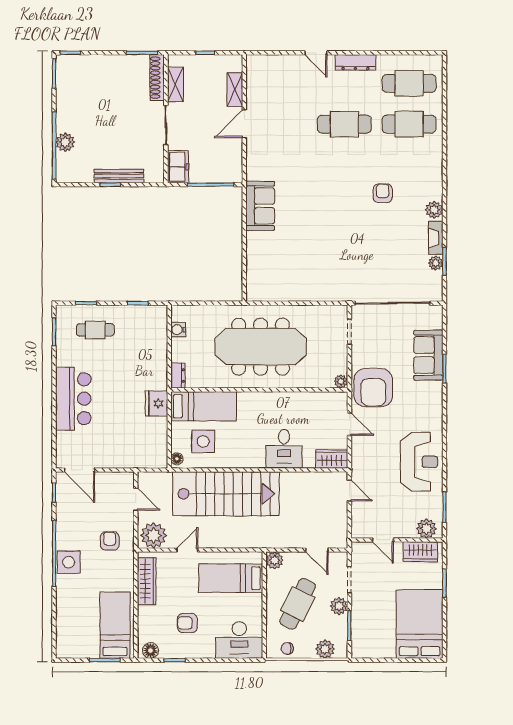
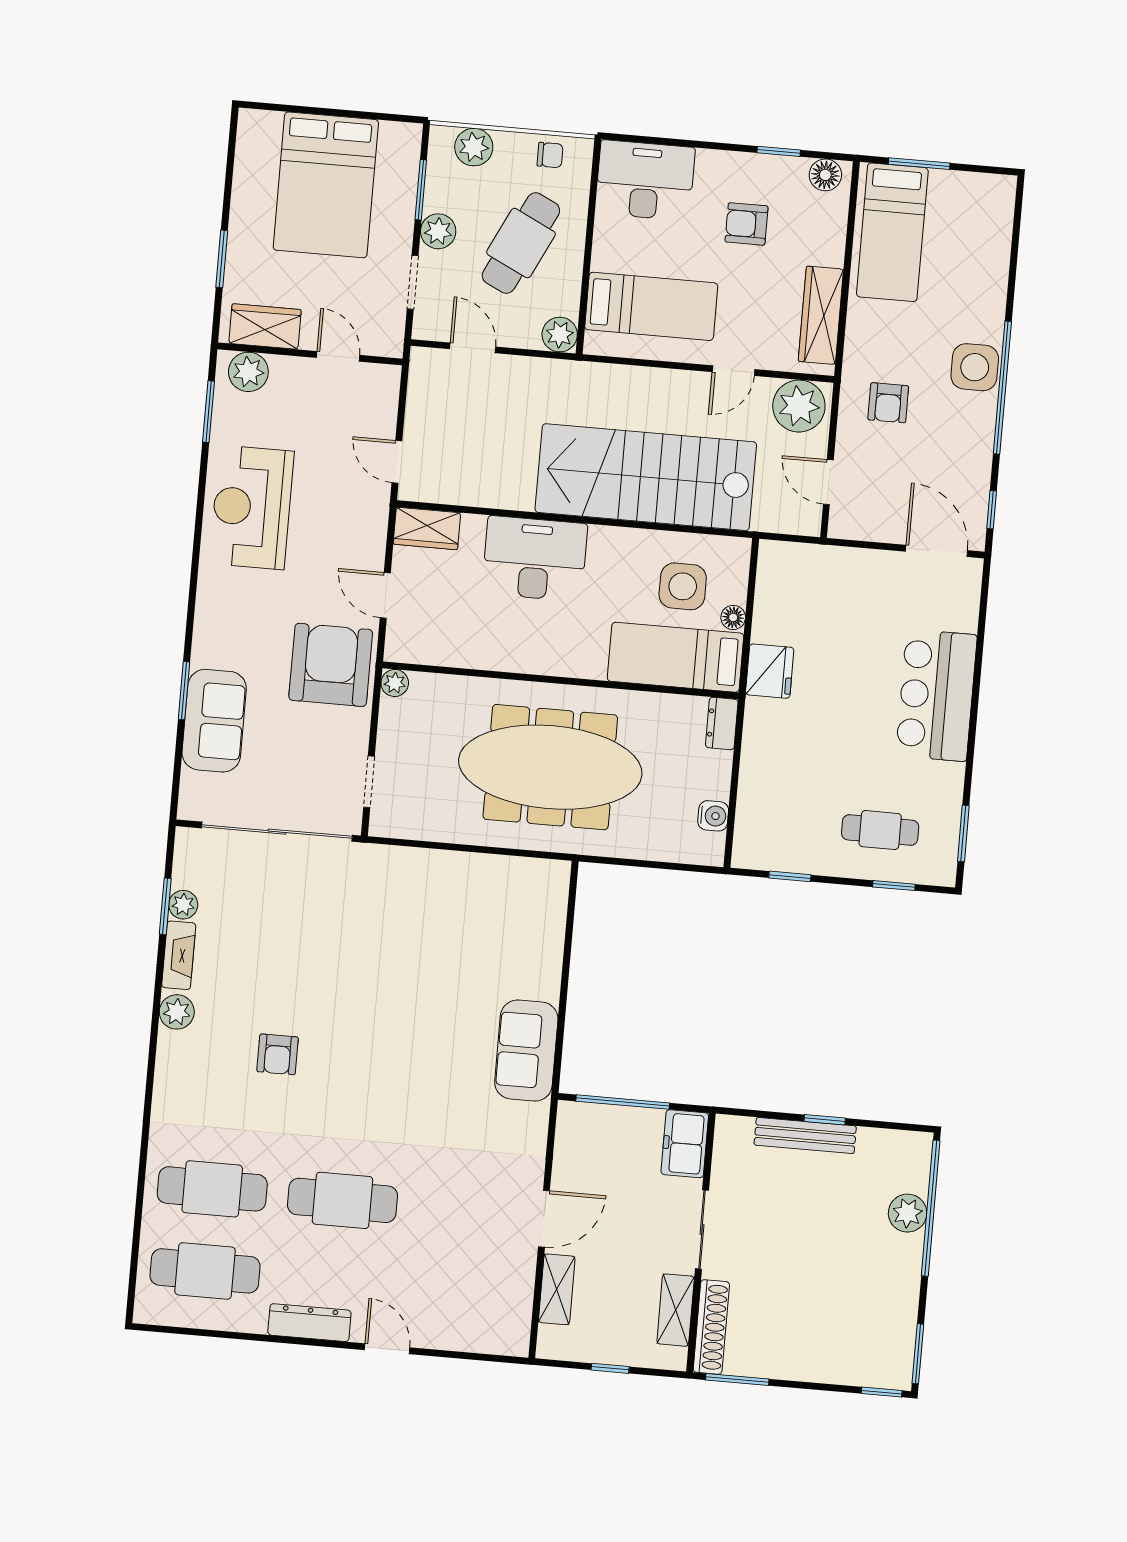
desk: (284, 449) -> (535, 559), width x1.37
floor lamp: (177, 459) -> (733, 617), moved
armchair: (187, 623) -> (747, 224), turned 180
bed: (420, 624) -> (326, 185), moved

